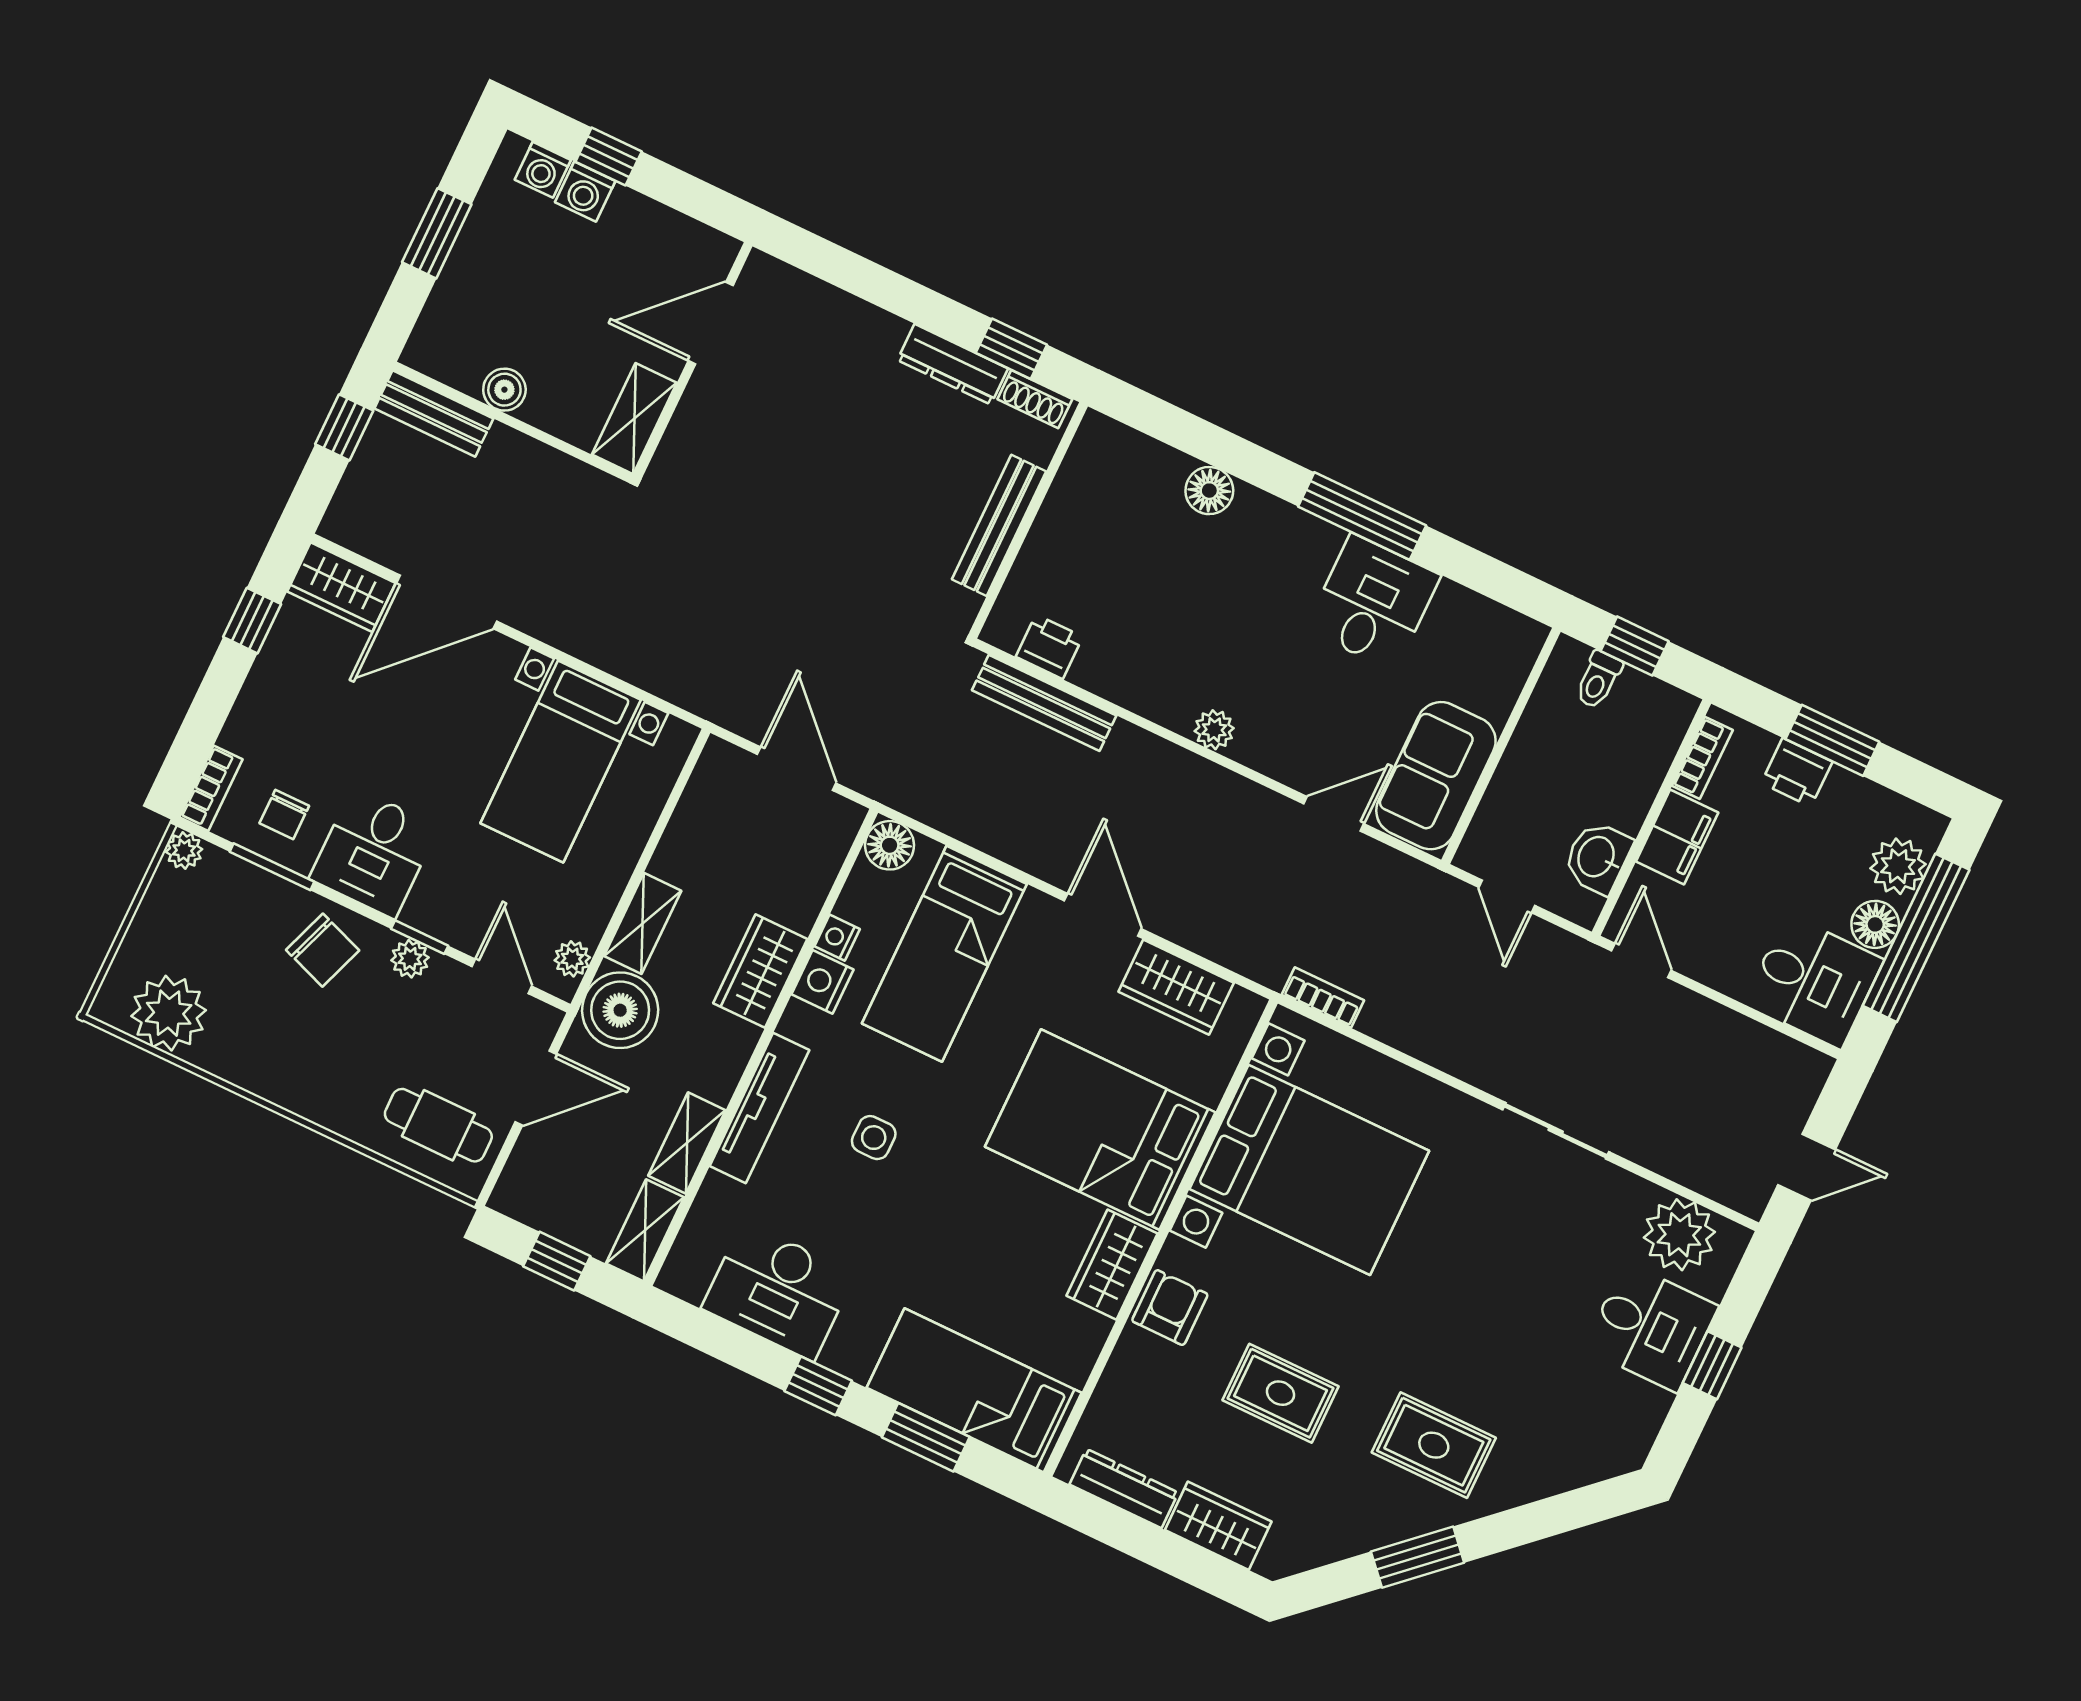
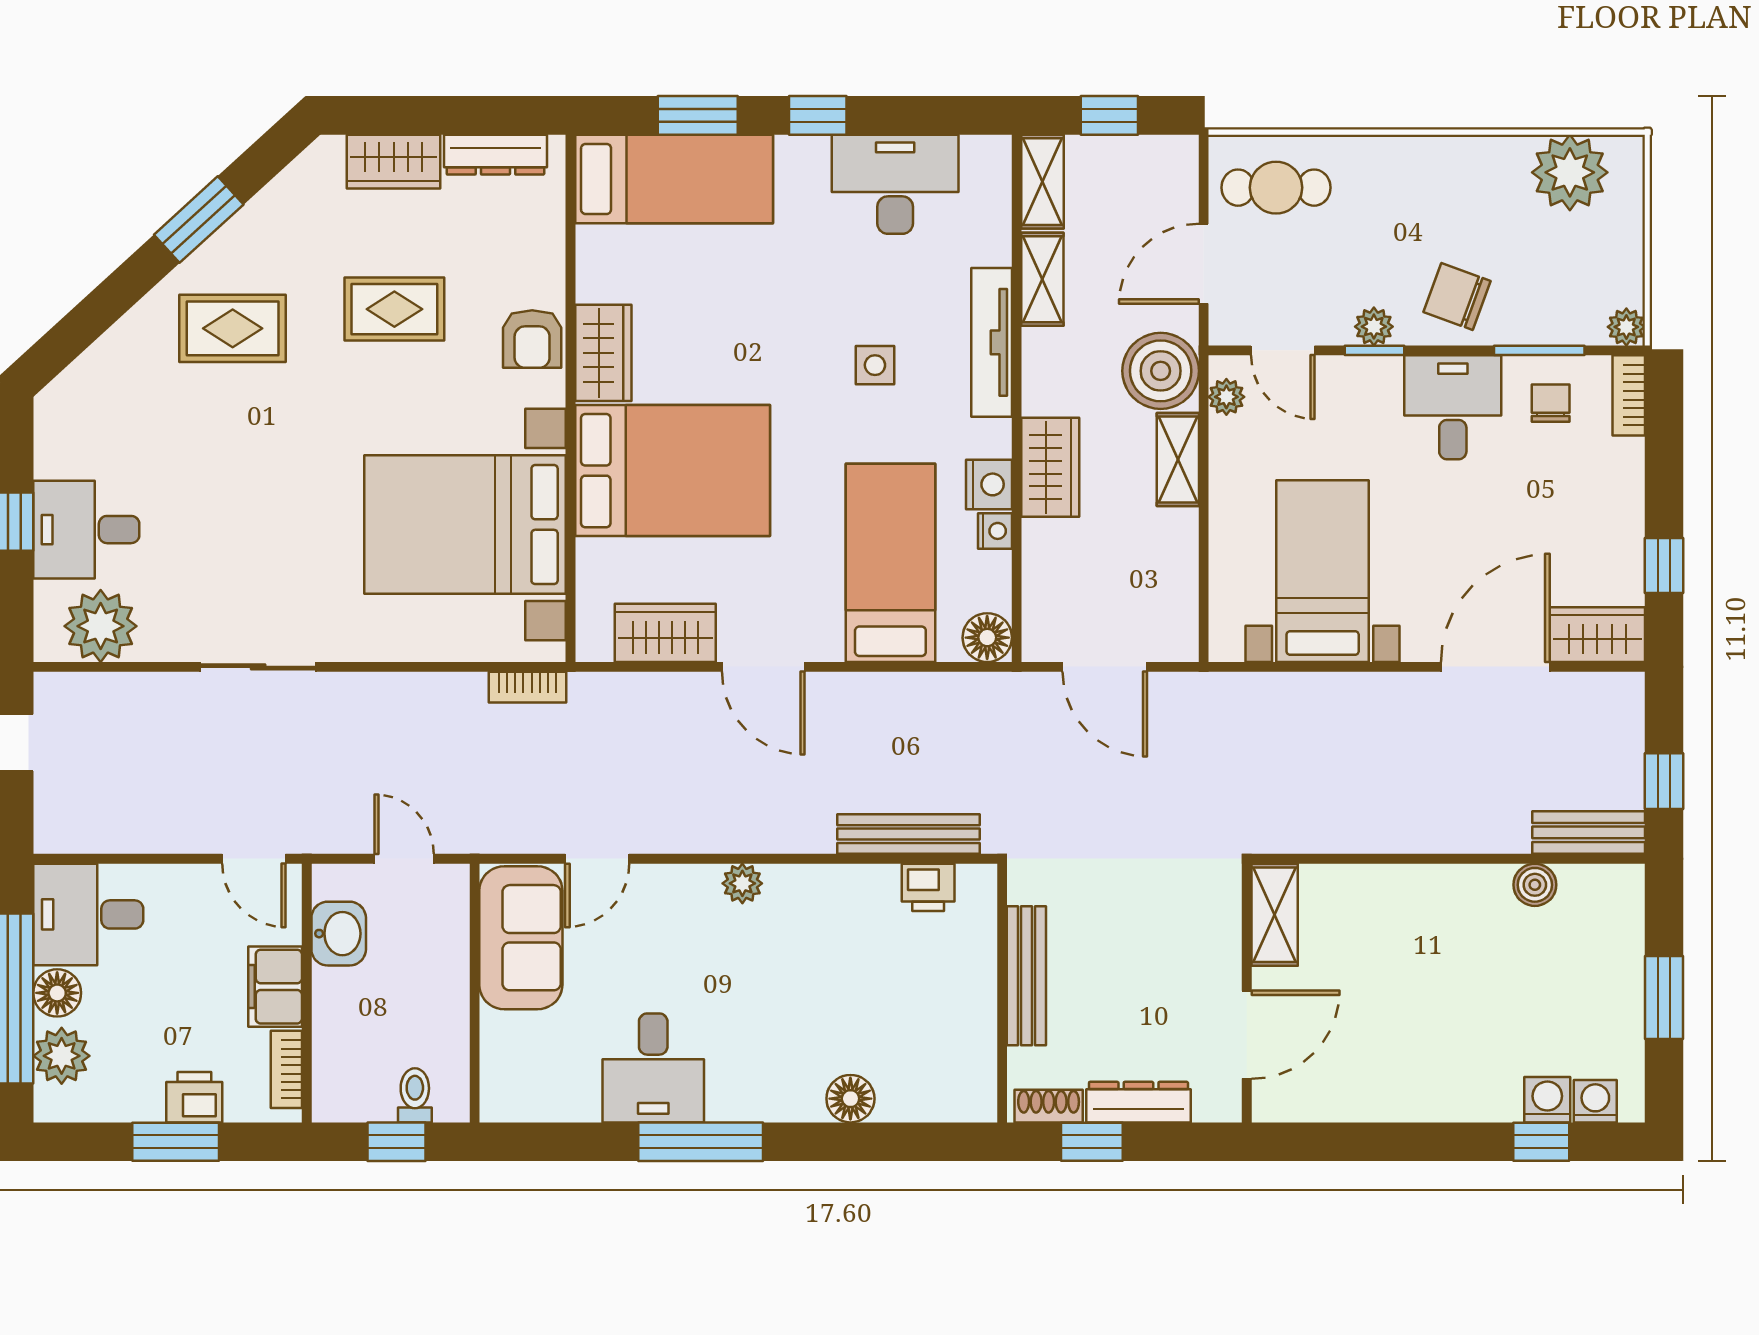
door: (711, 323) -> (1247, 1035), moved
wall: (693, 360) -> (1247, 993), moved
shelving: (634, 419) -> (1275, 915), moved

